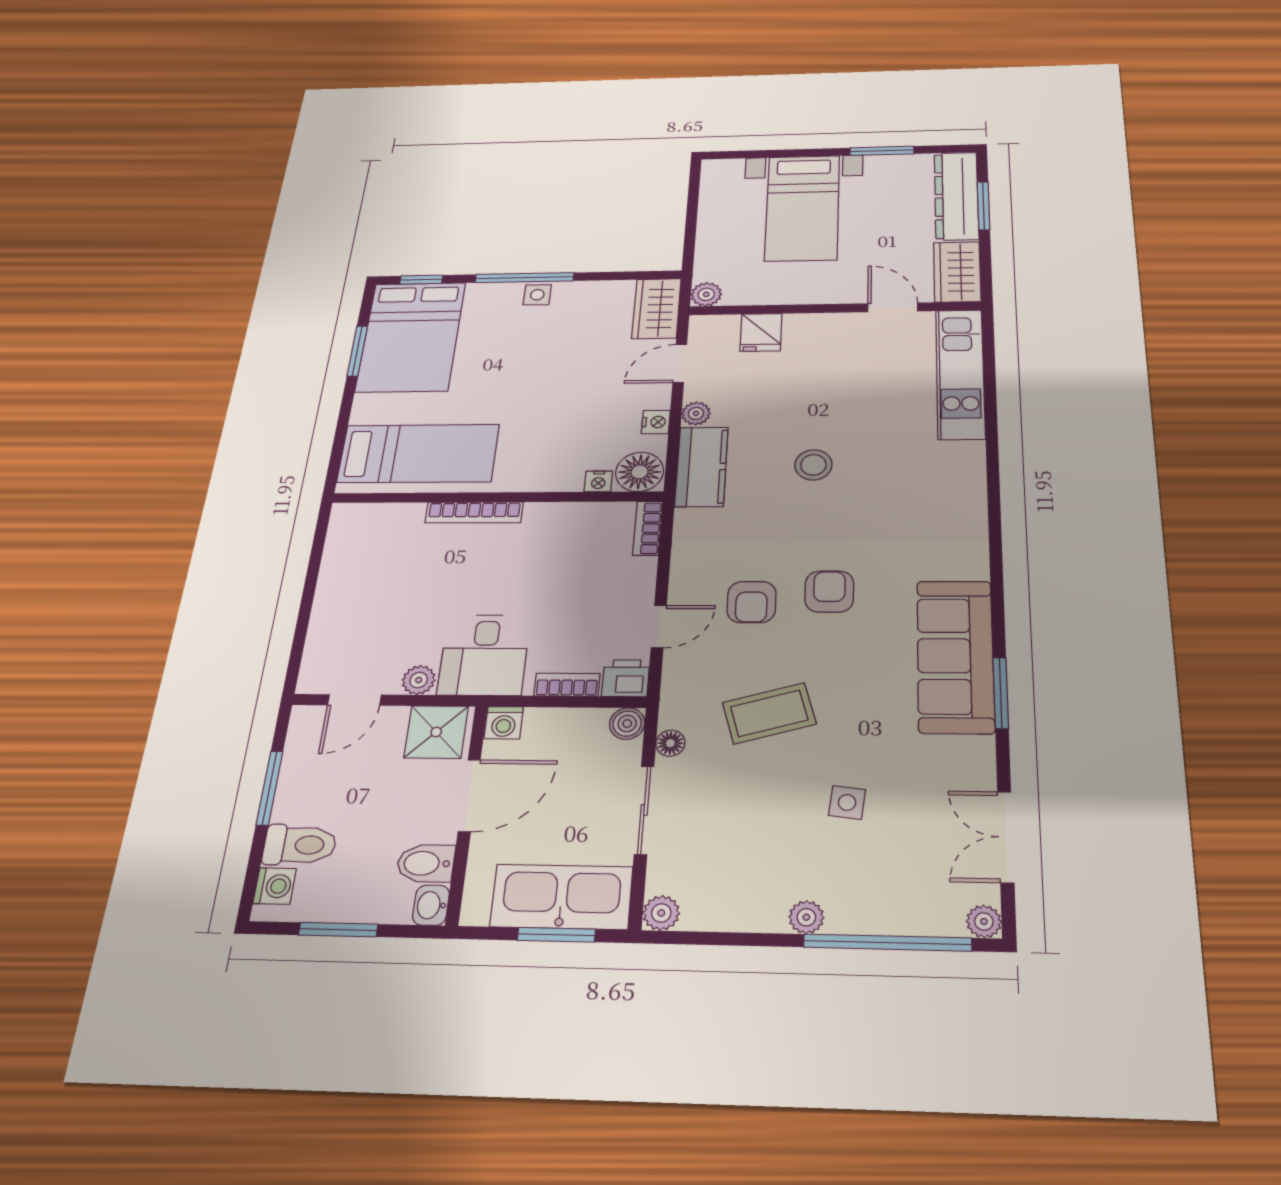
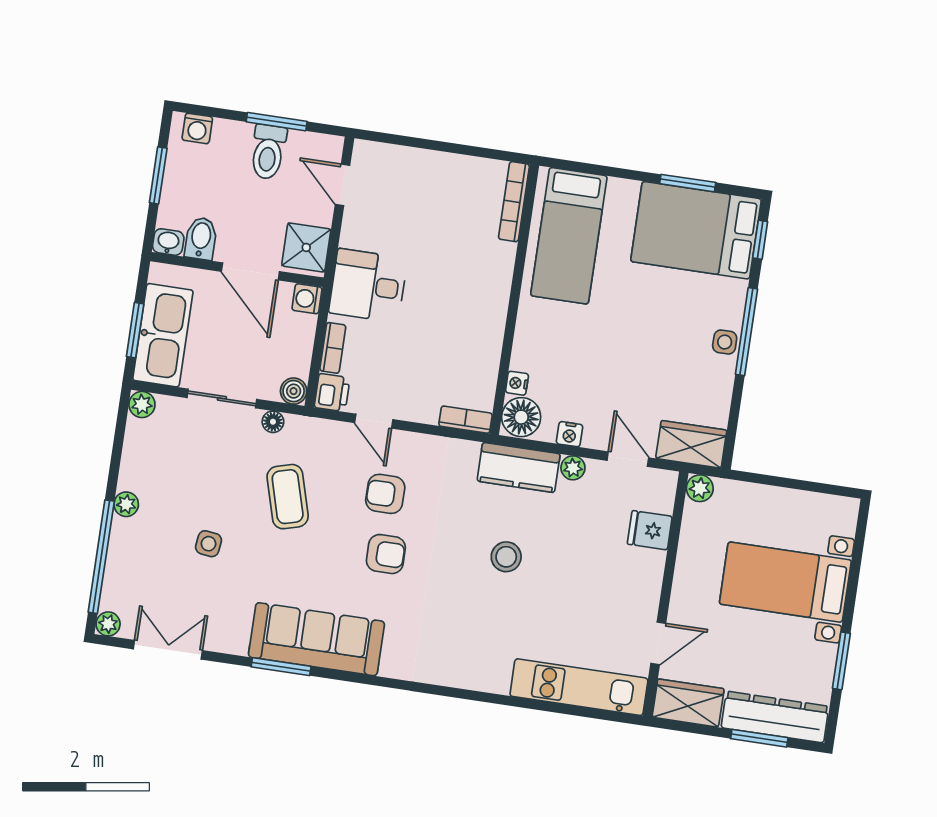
bookcase: (474, 512) -> (514, 202), moved
plant: (419, 680) -> (353, 235), removed
toilet: (300, 845) -> (268, 152), moved

